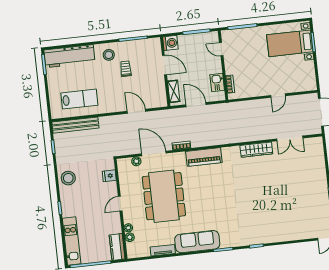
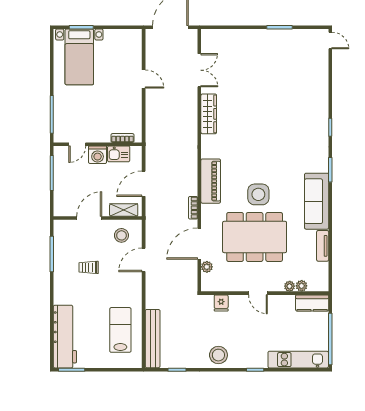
washing machine: (170, 43) -> (98, 155), moved, turned 180
stool: (109, 55) -> (121, 235), moved
side table: (198, 195) -> (258, 194), added

